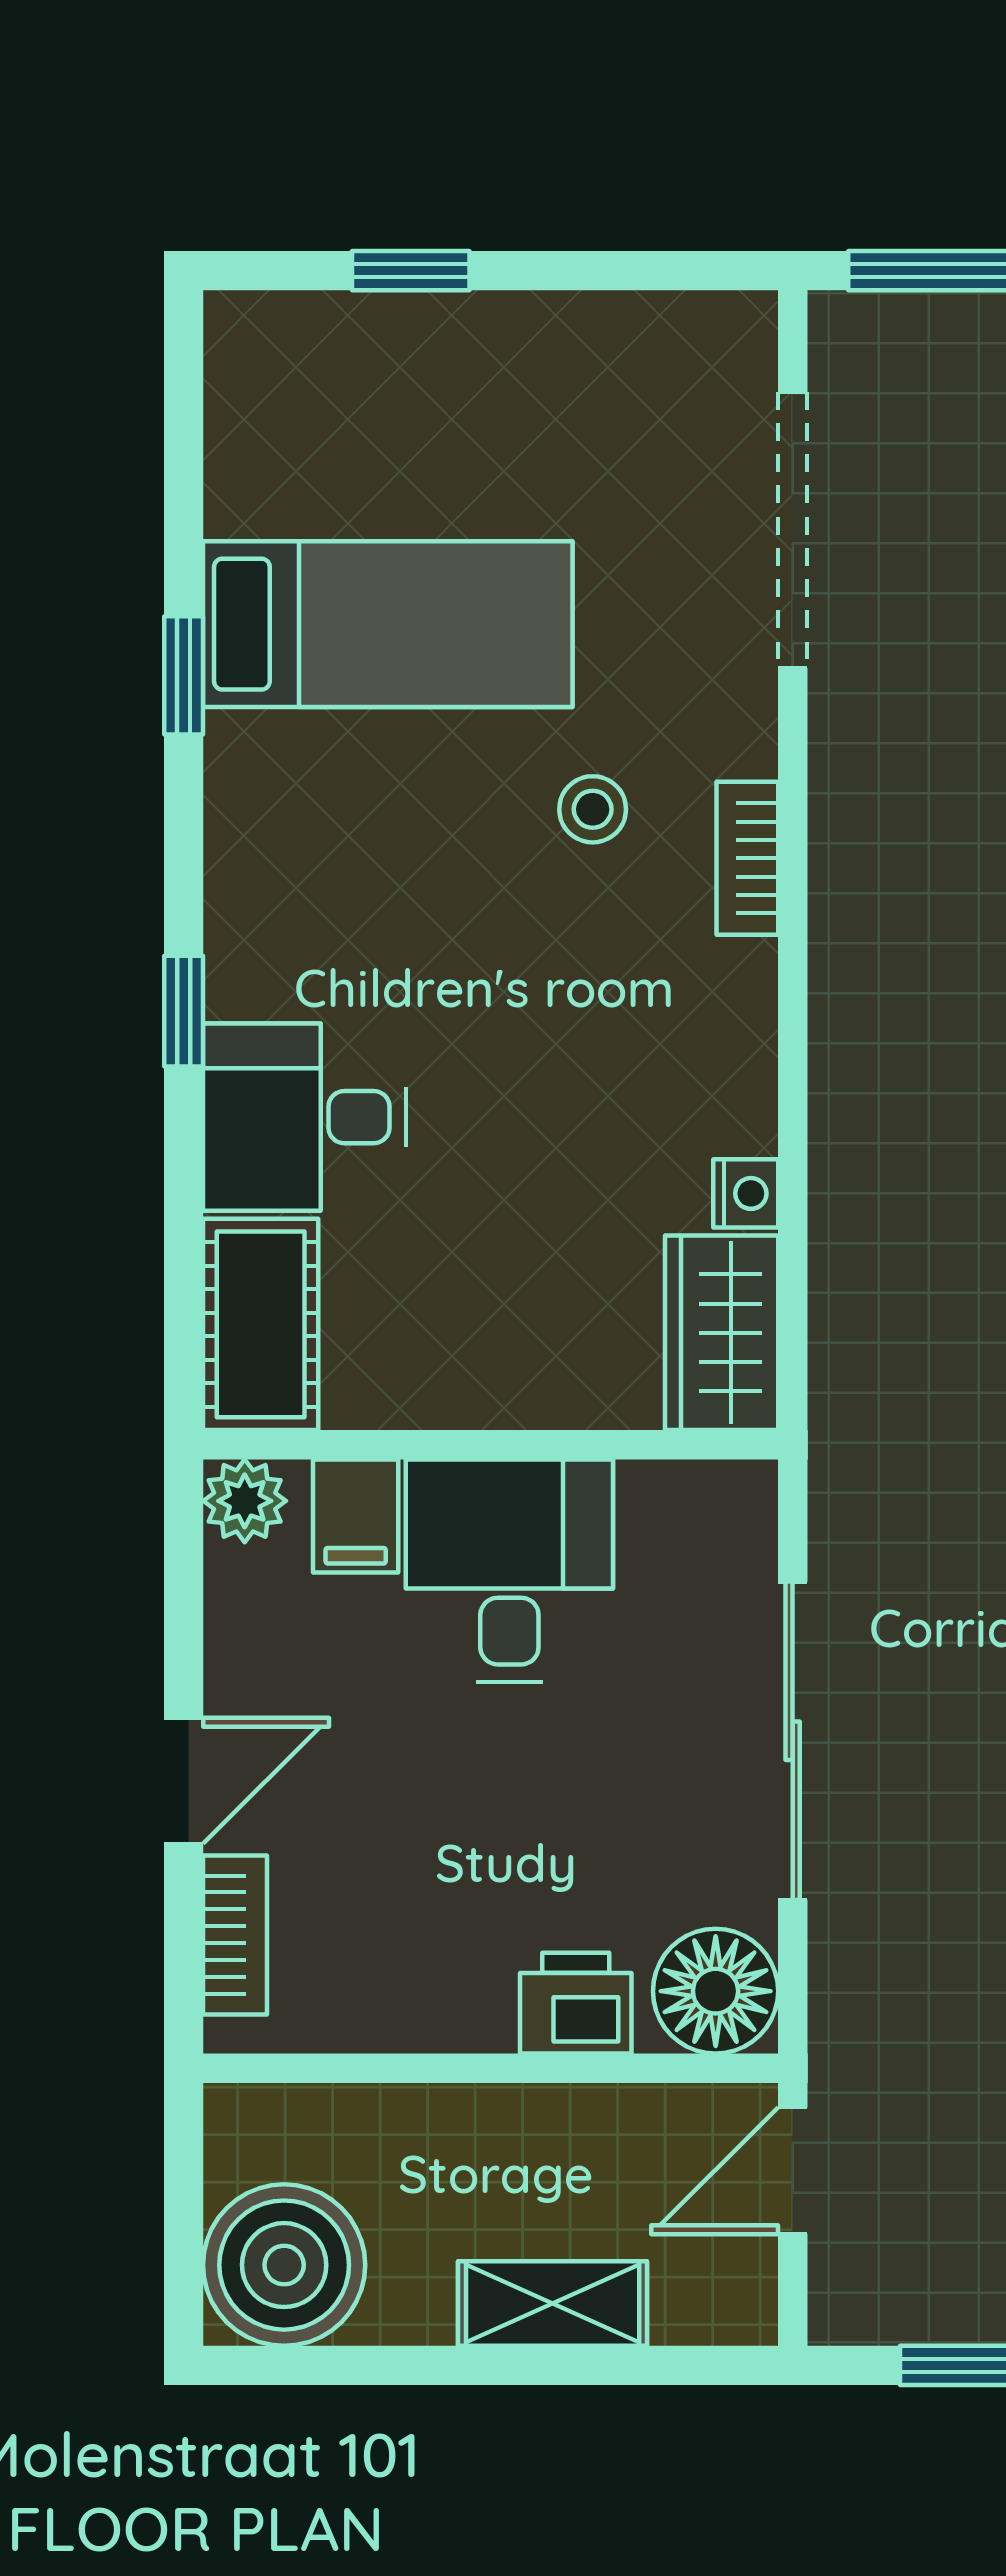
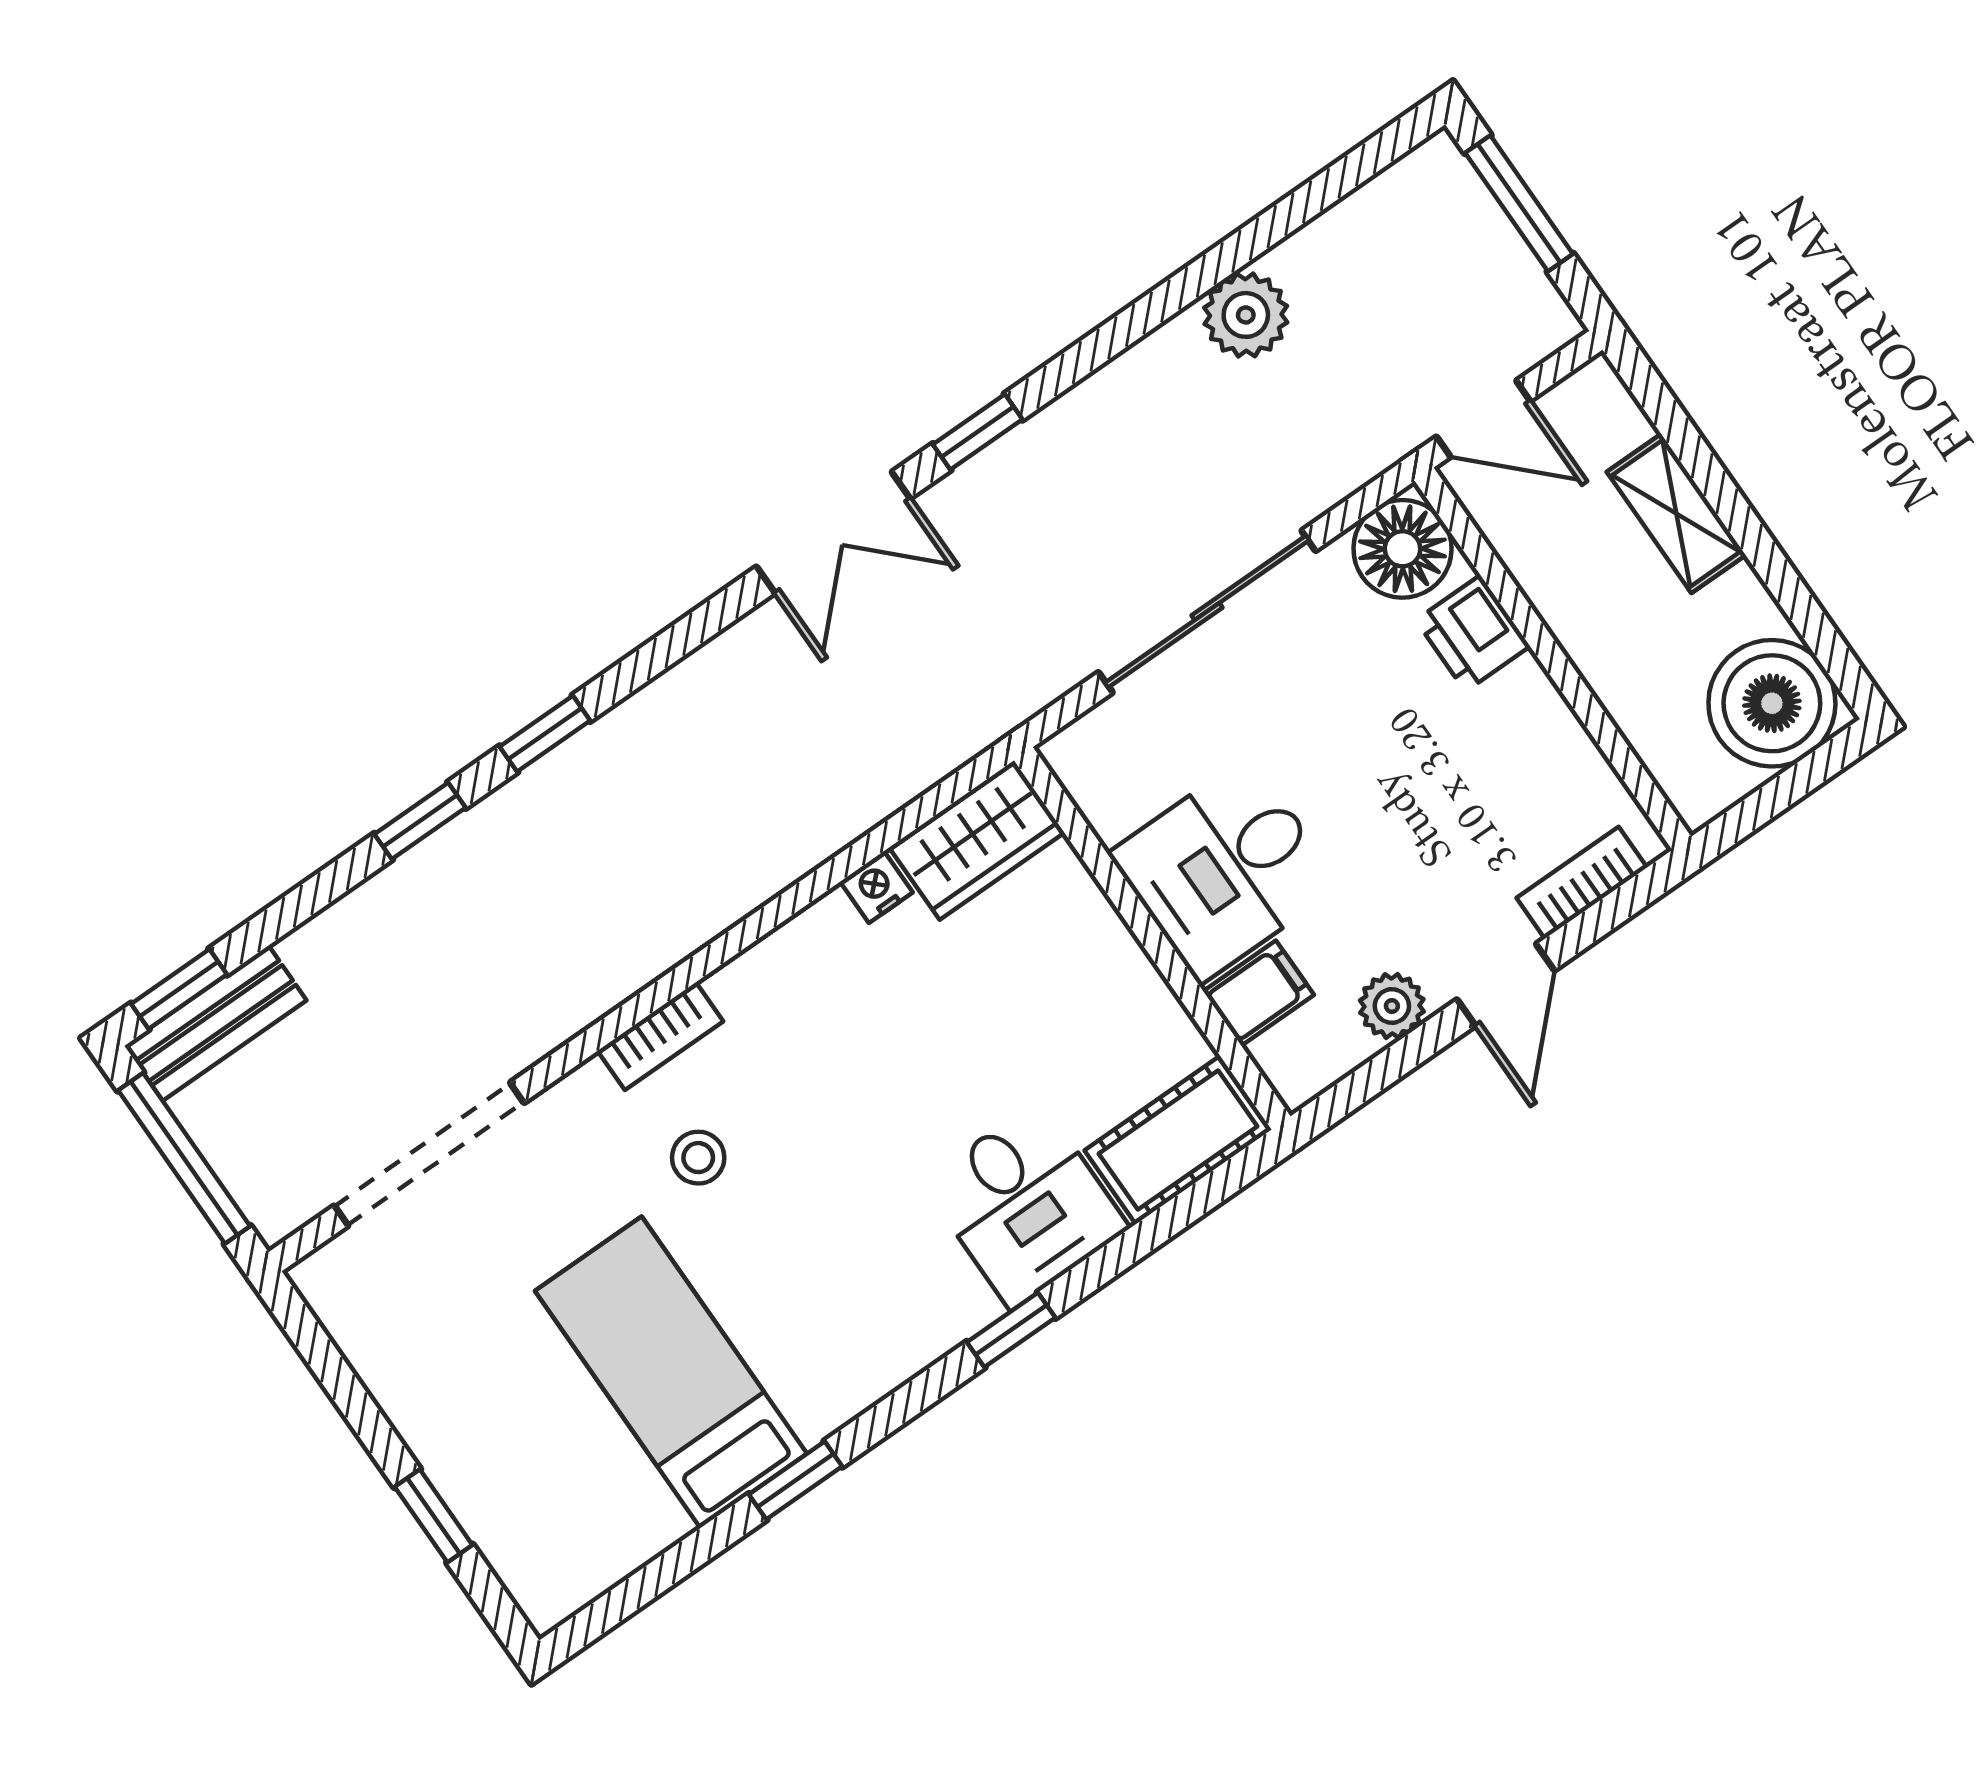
plant: (245, 1501) -> (1392, 1006), moved
door: (184, 1781) -> (1506, 985), swing flipped

